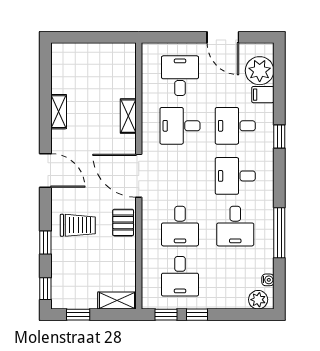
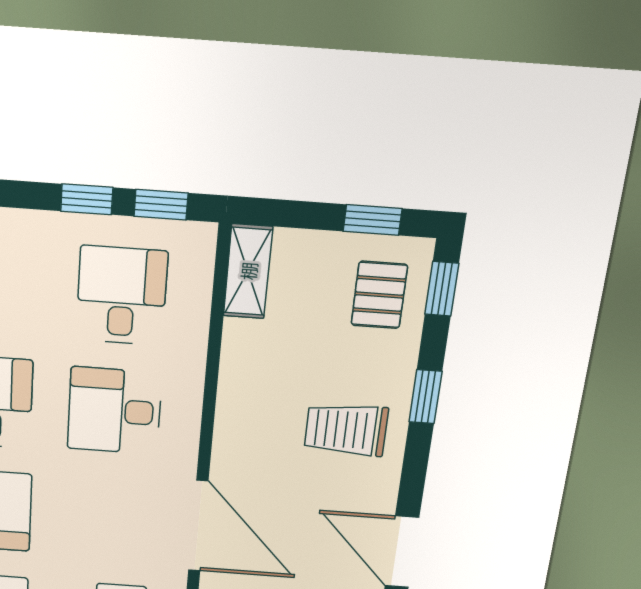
pallet: (123, 223) -> (379, 295), moved
desk: (180, 226) -> (115, 411), turned -90
shelving: (117, 301) -> (248, 271), moved, turned 90

